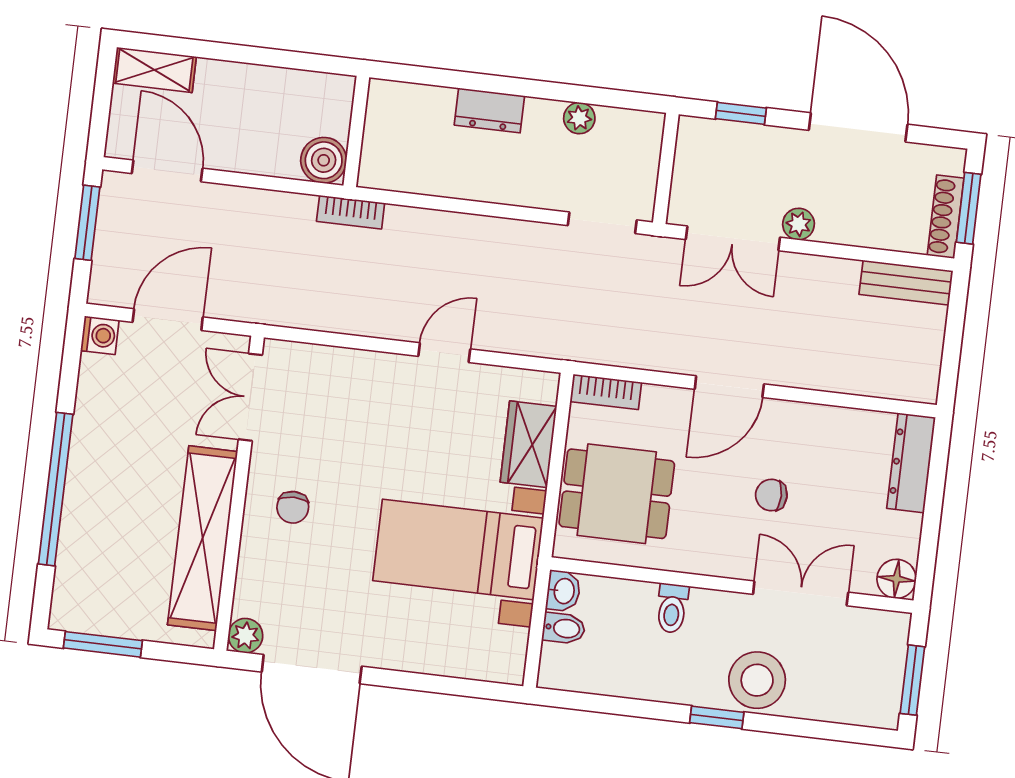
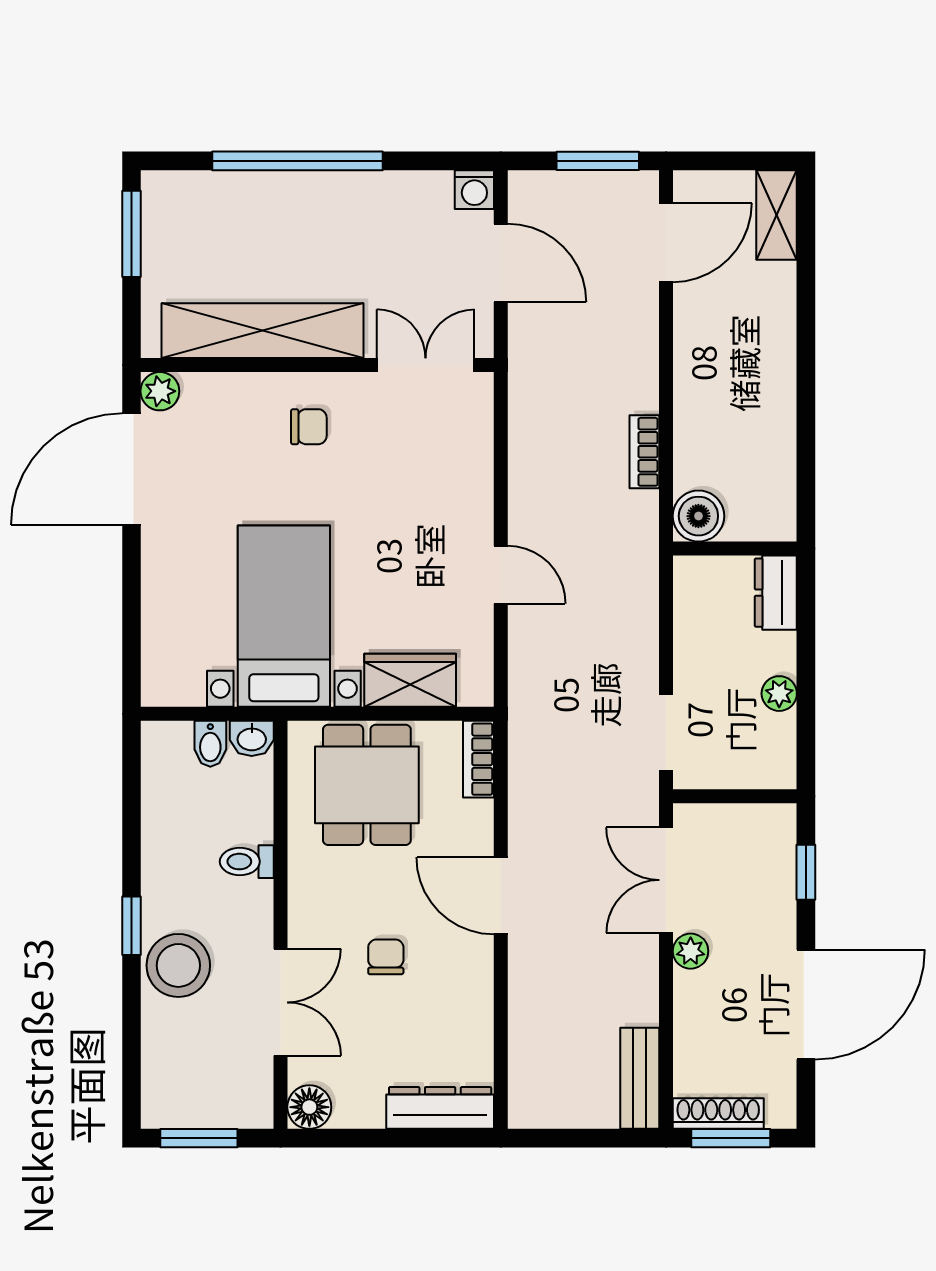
wall: (356, 132) -> (735, 549), moved
boiler: (324, 160) -> (698, 516), moved
chair: (293, 507) -> (309, 427), turned 180

